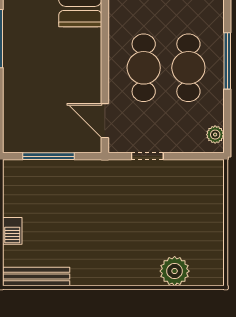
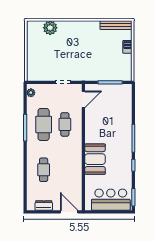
cafe table: (144, 68) -> (65, 124), width x0.73, depth x0.74
door: (105, 121) -> (83, 99), hinge flipped

